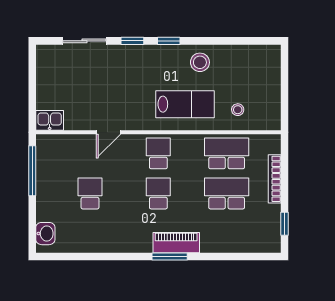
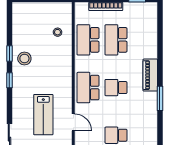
window: (132, 41) -> (9, 53), moved
lab bench: (185, 104) -> (43, 115), moved, turned 180
school desk: (158, 153) -> (88, 88), width x1.85
window: (170, 257) -> (160, 98), moved

